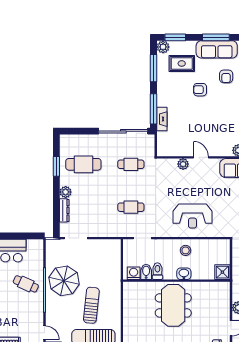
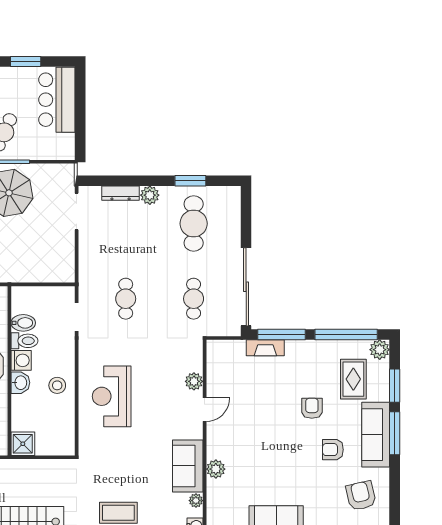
window: (175, 37) -> (395, 386), moved
window: (153, 68) -> (346, 335), width x1.46
washing machine: (134, 273) -> (21, 360), moved

